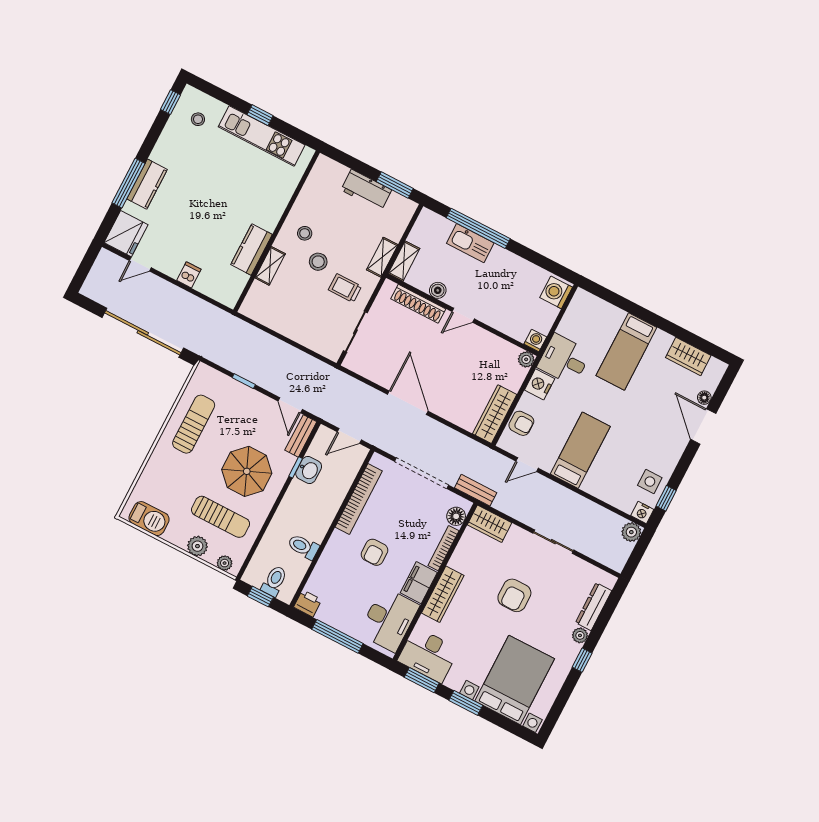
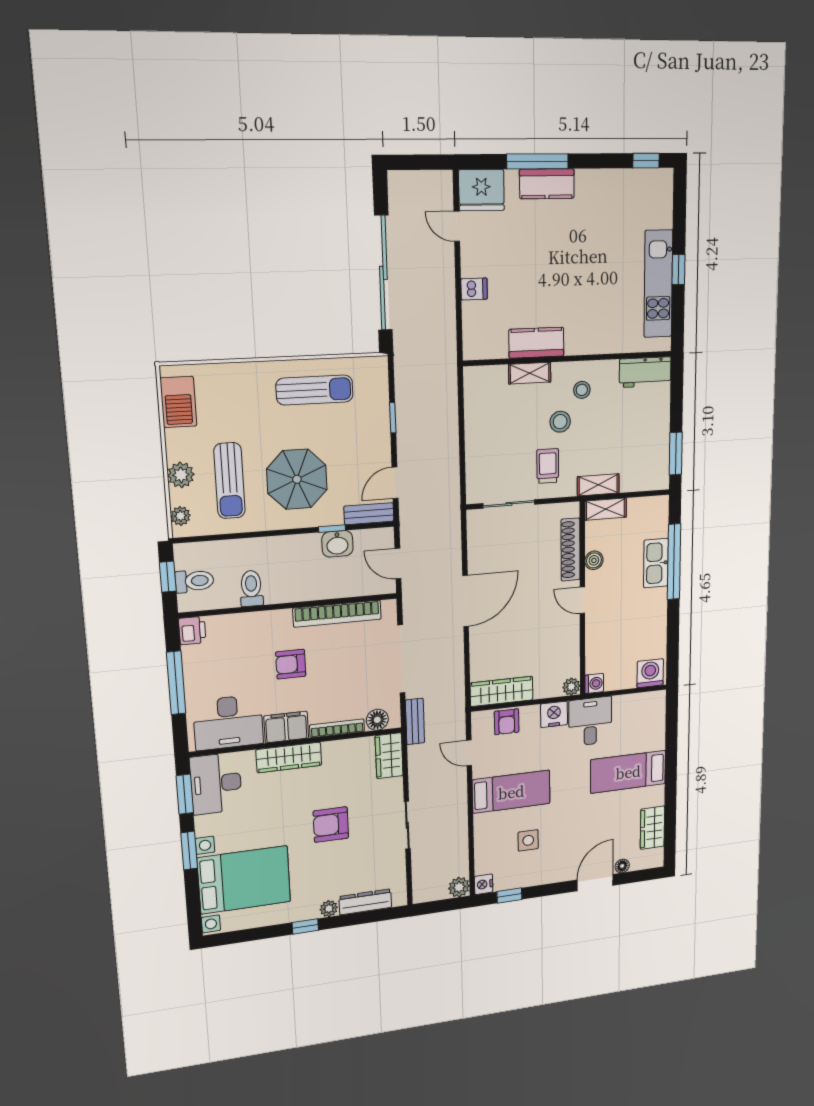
stool: (198, 119) -> (643, 203), removed
workbench: (366, 190) -> (645, 372), moved, turned -90
side table: (650, 482) -> (528, 840), moved

